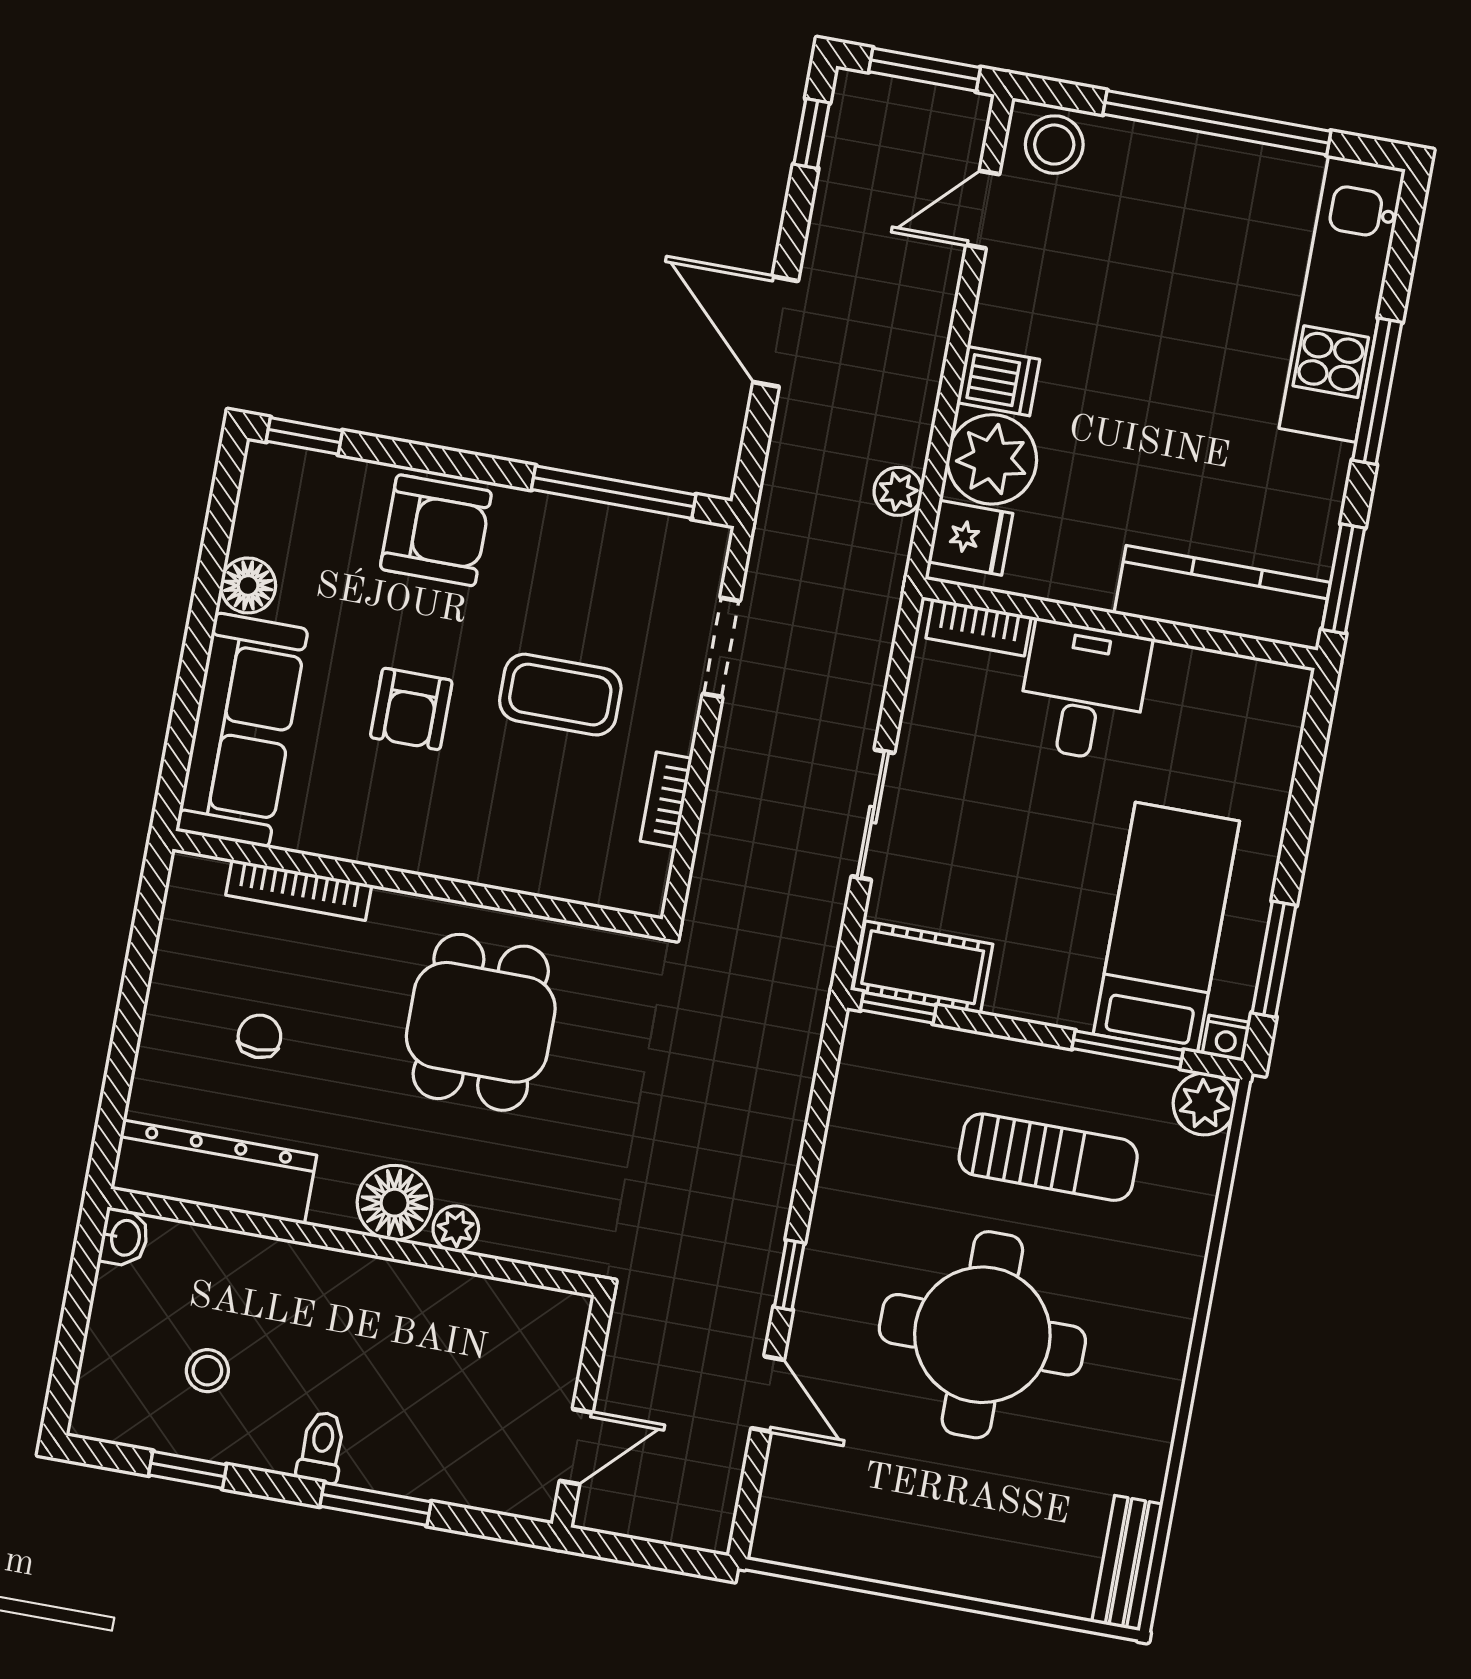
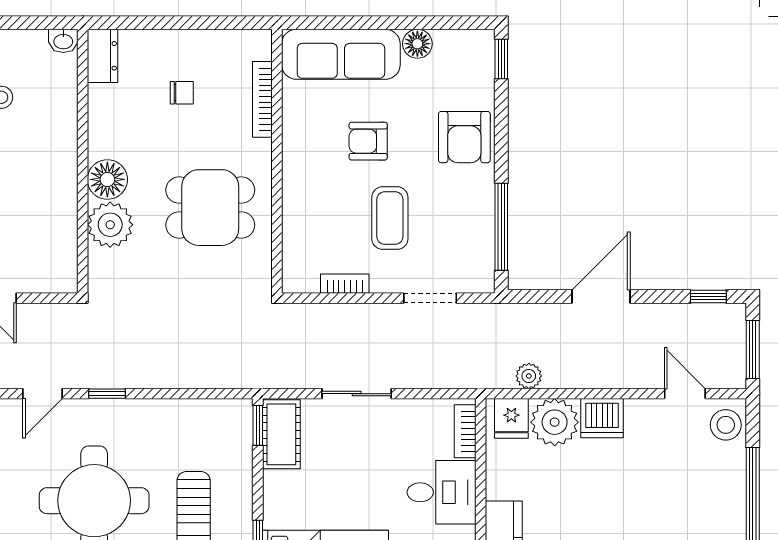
dishwasher: (998, 381) -> (602, 418), width x1.38
dresser: (214, 1172) -> (102, 56), width x0.51, depth x0.80
plant: (456, 1229) -> (110, 225), width x1.88, depth x1.88

